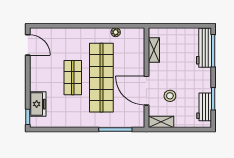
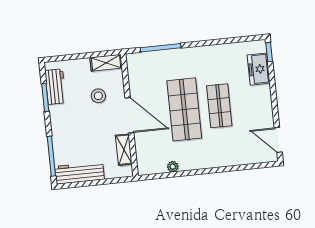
workbench: (204, 48) -> (79, 173), moved, turned -90
shop shelf: (101, 78) -> (184, 109), width x0.71
door: (146, 91) -> (129, 115), moved

